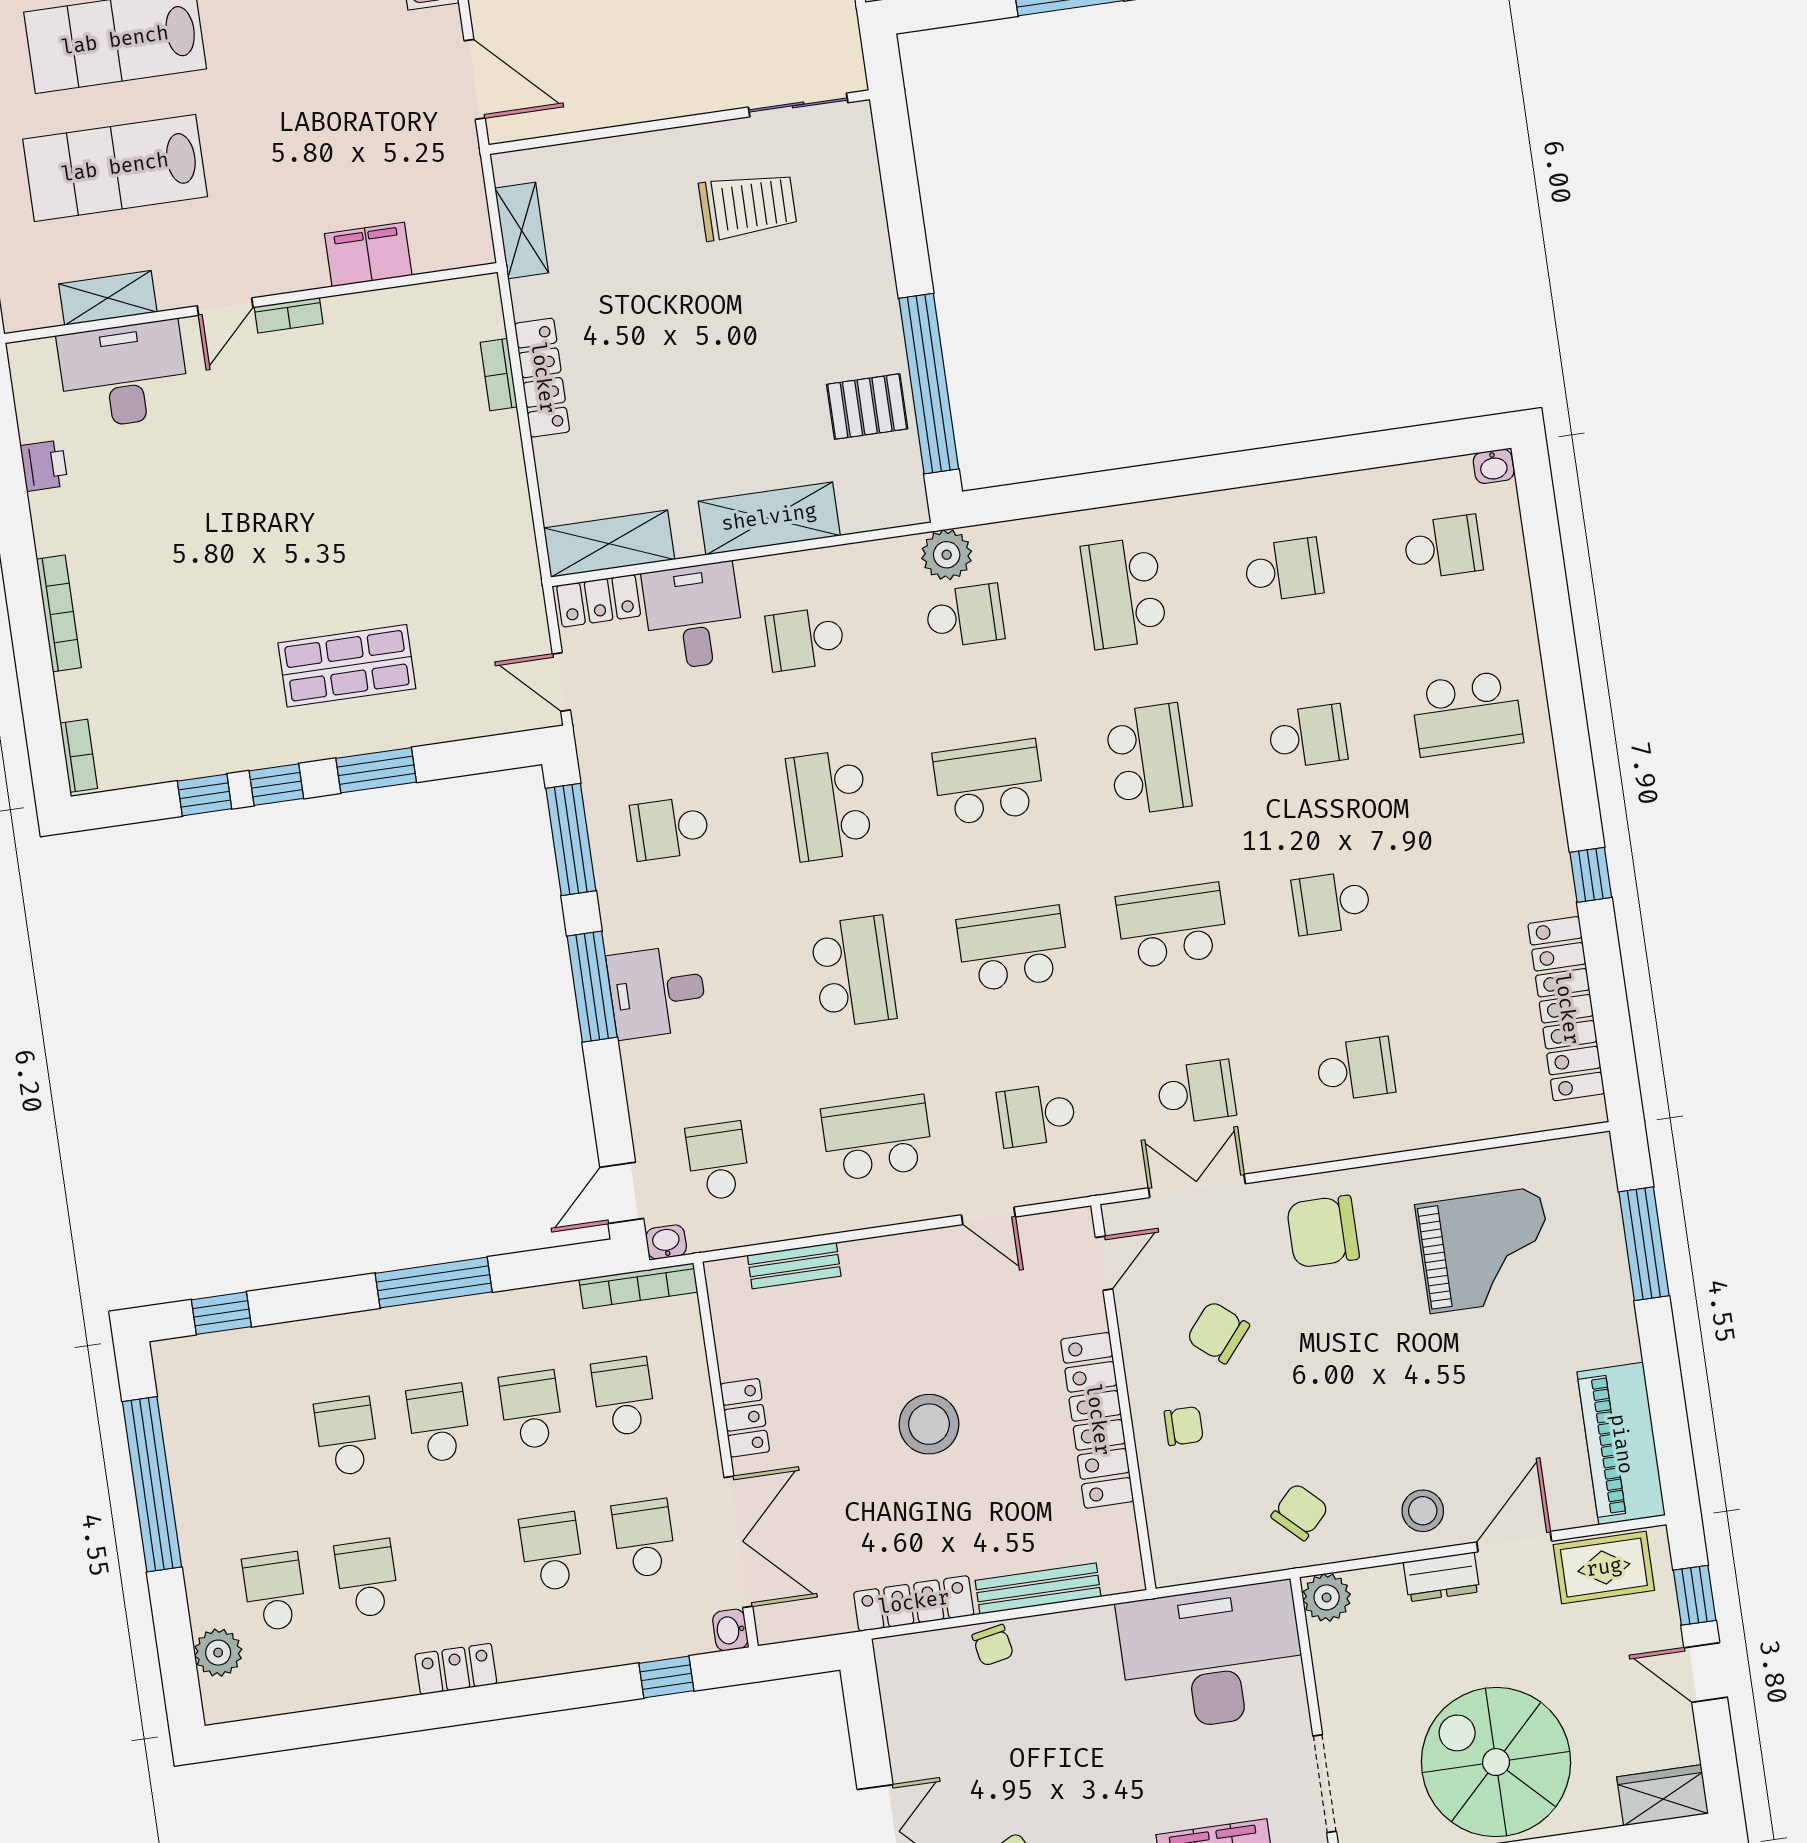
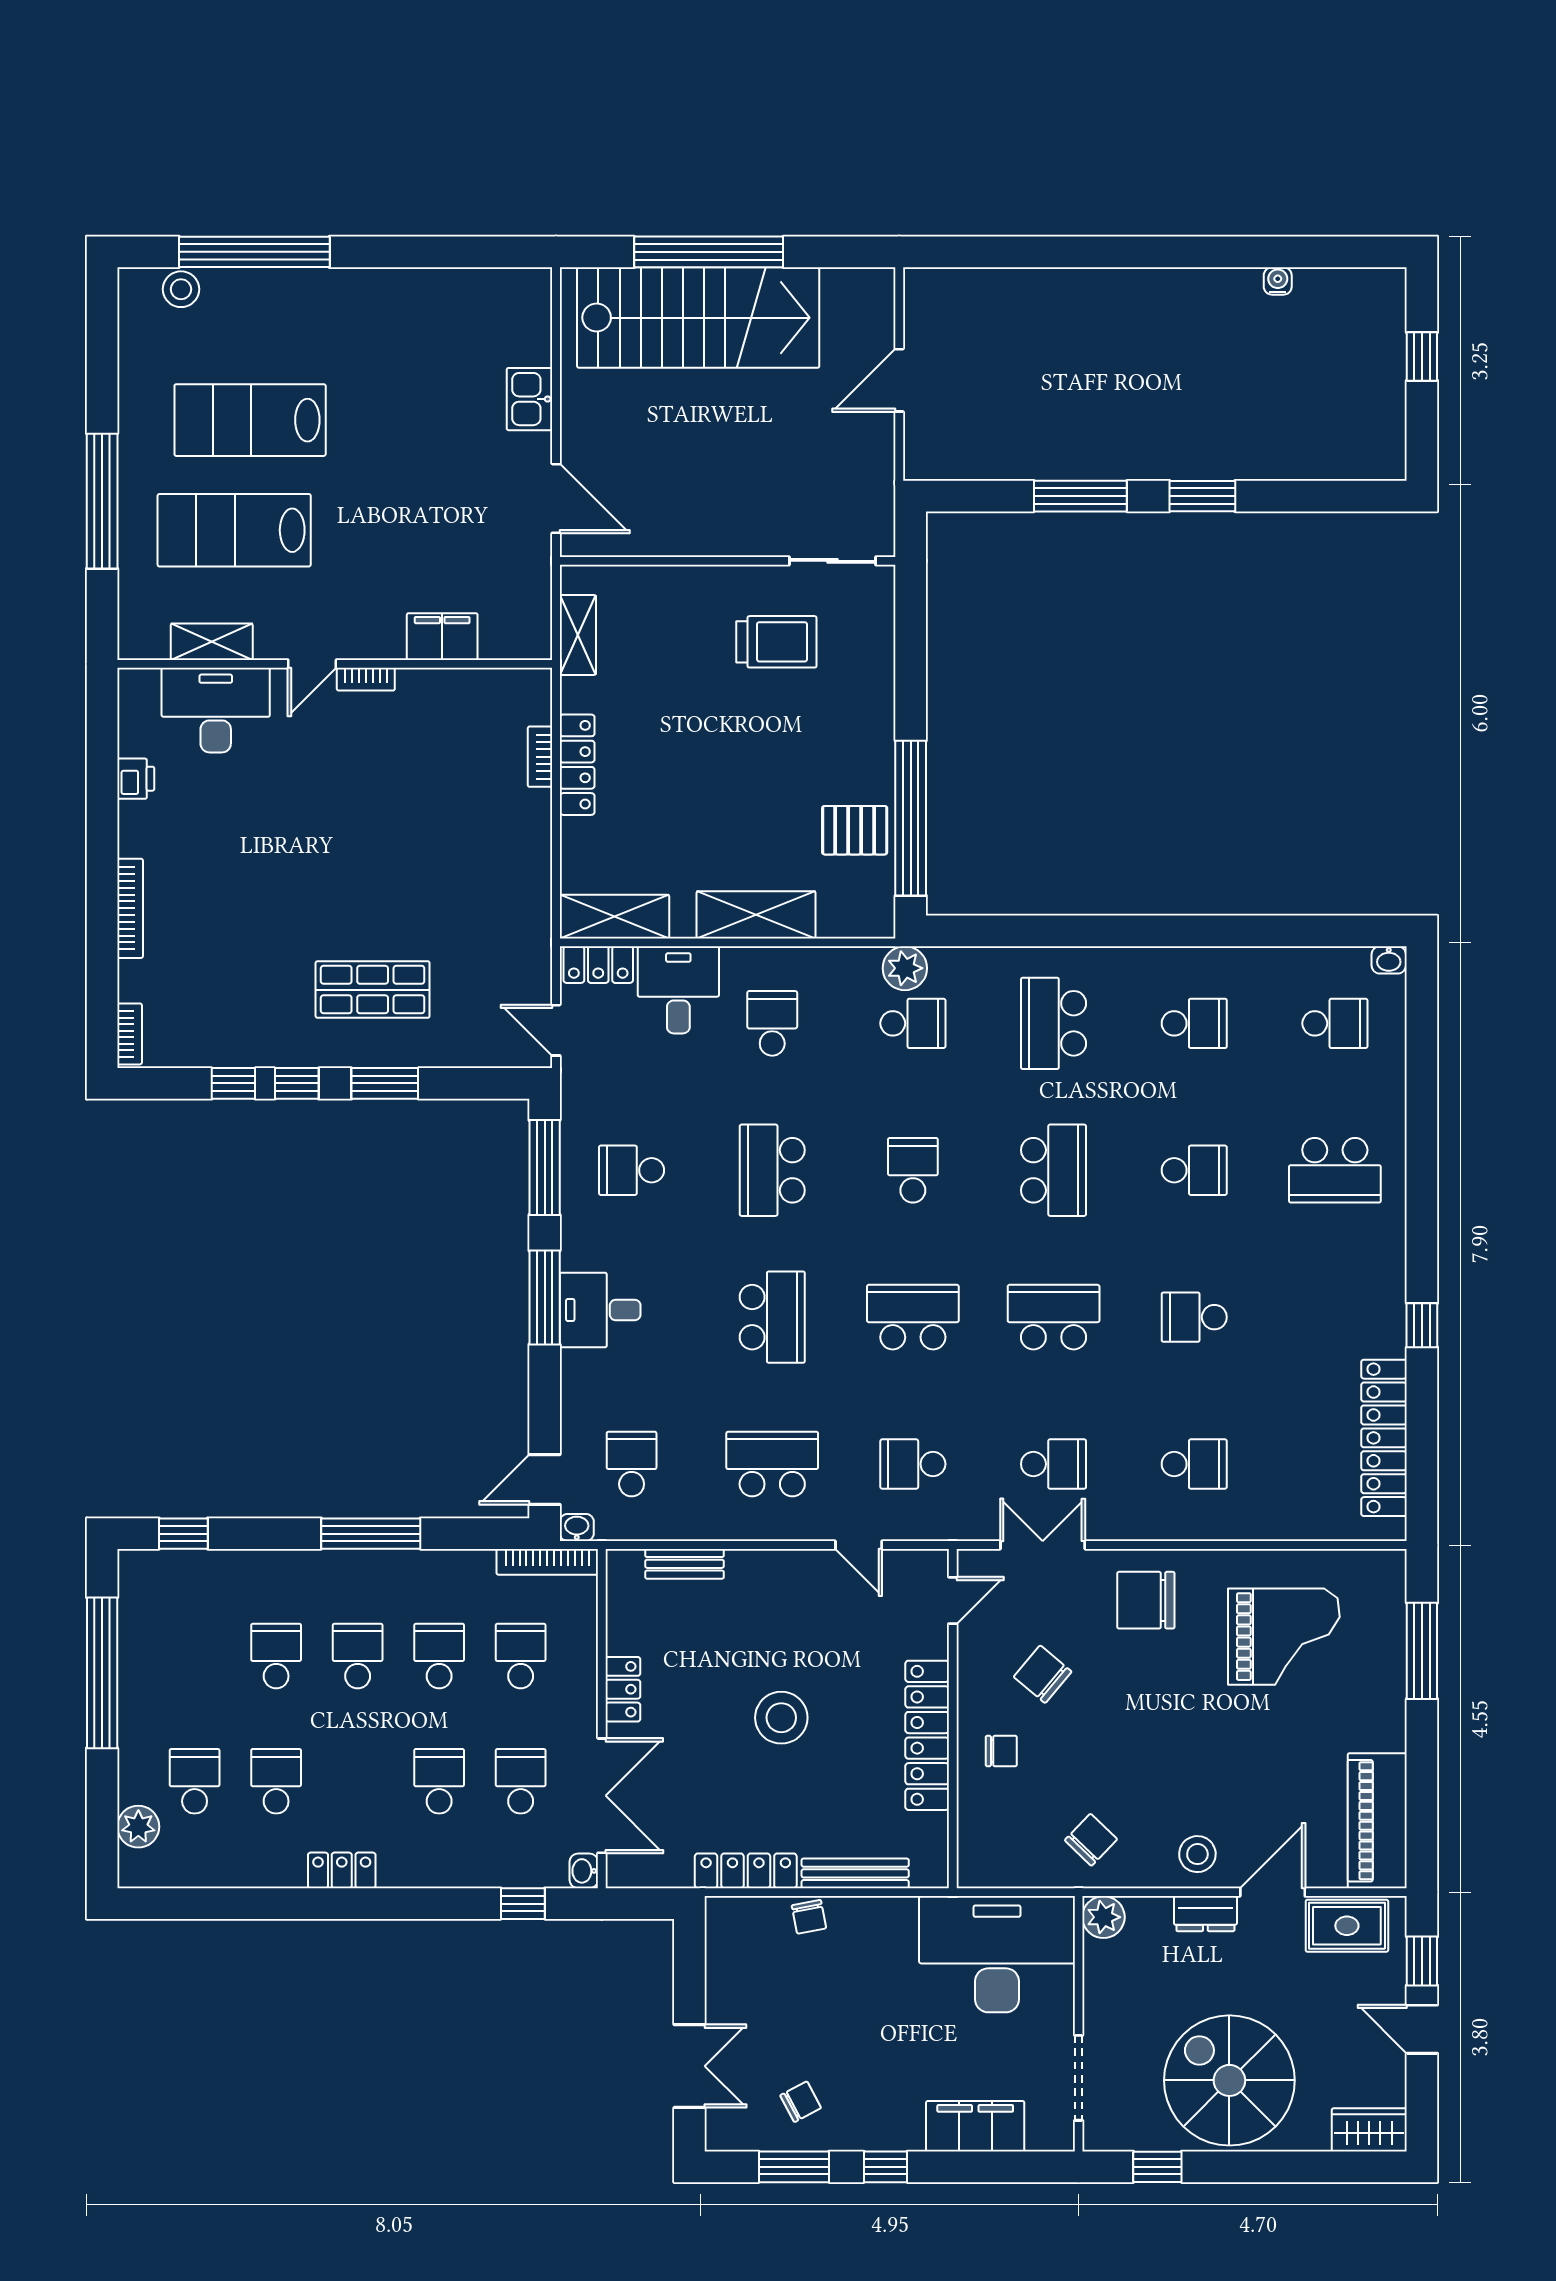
school desk: (805, 639) -> (772, 1023), turned 90
school desk: (989, 782) -> (913, 1170), width x0.54

